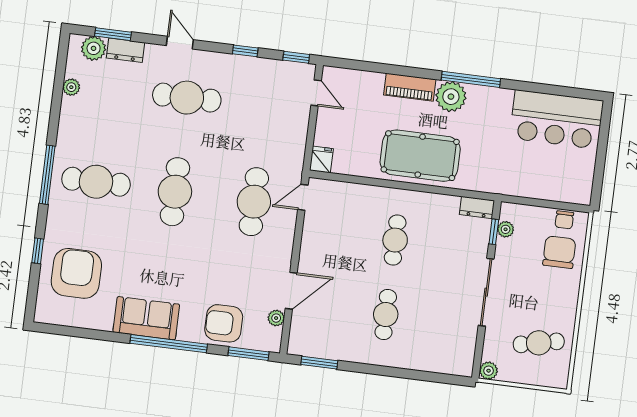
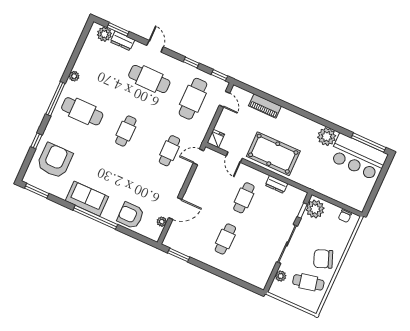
window: (471, 79) -> (369, 143), moved
plant: (71, 87) -> (74, 76), moved
piano: (410, 87) -> (265, 106), moved
plant: (451, 97) -> (327, 137), moved
cafe table: (266, 108) -> (193, 99), added
door: (360, 180) -> (234, 157), added
cafe table: (175, 192) -> (126, 131), width x0.73, depth x0.74
cafe table: (254, 202) -> (169, 151), width x0.73, depth x0.74
dresser: (477, 208) -> (276, 184), moved
plant: (506, 229) -> (315, 209), width x1.88, depth x1.88
chair: (559, 252) -> (323, 259), moved, turned -111
window: (248, 354) -> (37, 191), moved
plant: (489, 371) -> (281, 276), moved

